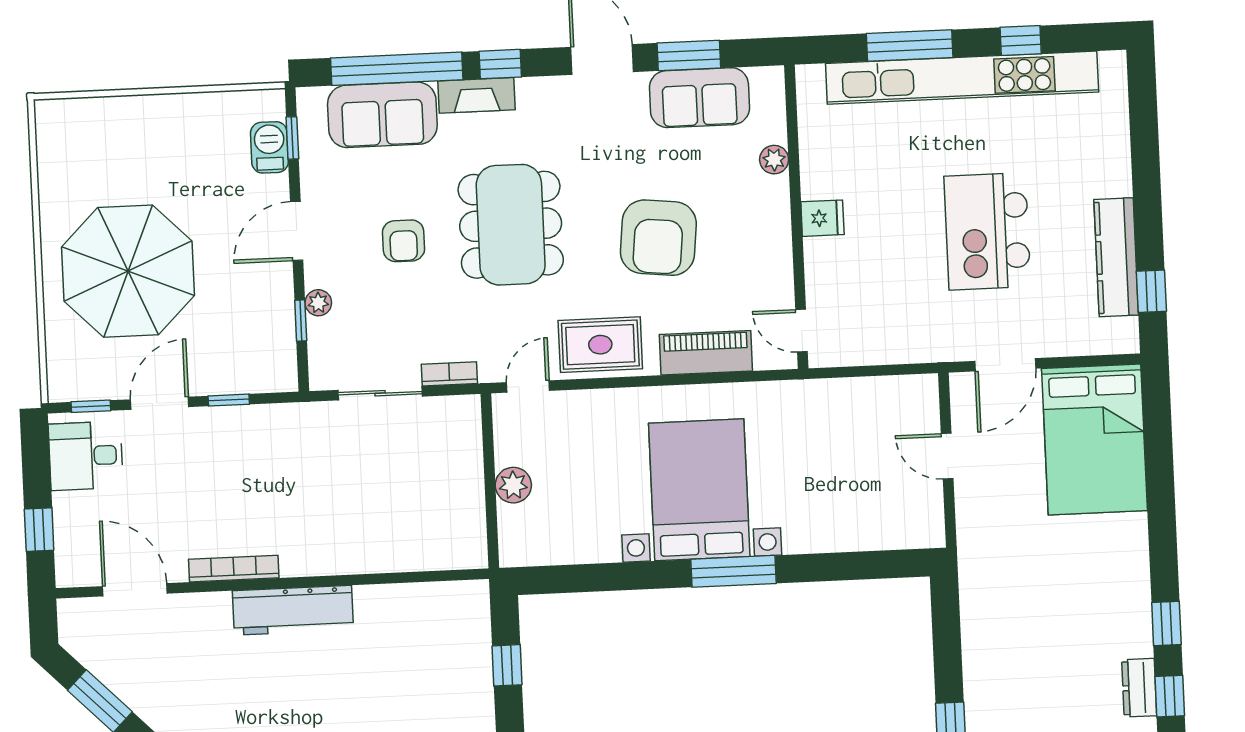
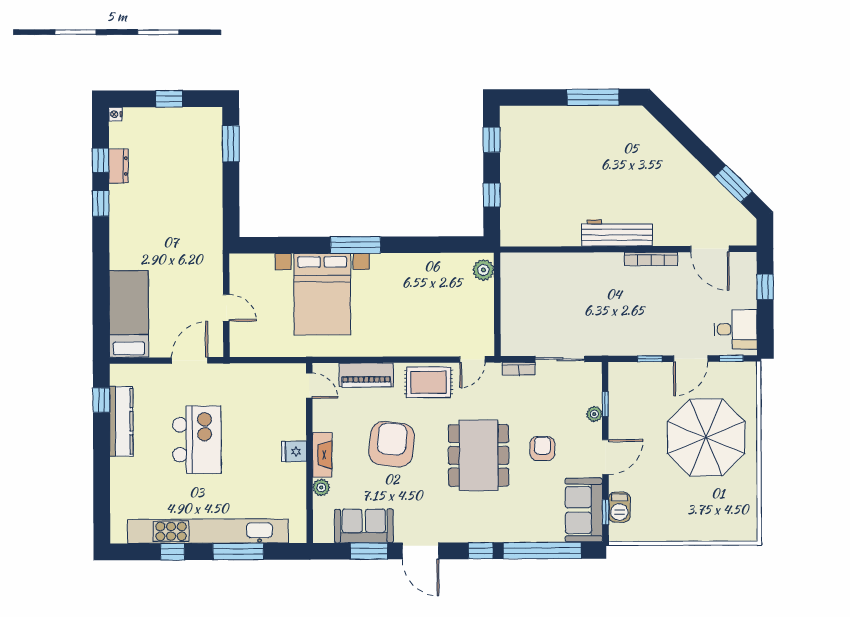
fireplace: (477, 95) -> (322, 455), moved, turned 90
sofa: (382, 115) -> (584, 510), moved, turned -90
bed: (1095, 439) -> (129, 314), width x0.67
plant: (513, 485) -> (483, 270), moved
bed with nightstands: (699, 490) -> (322, 294), moved

